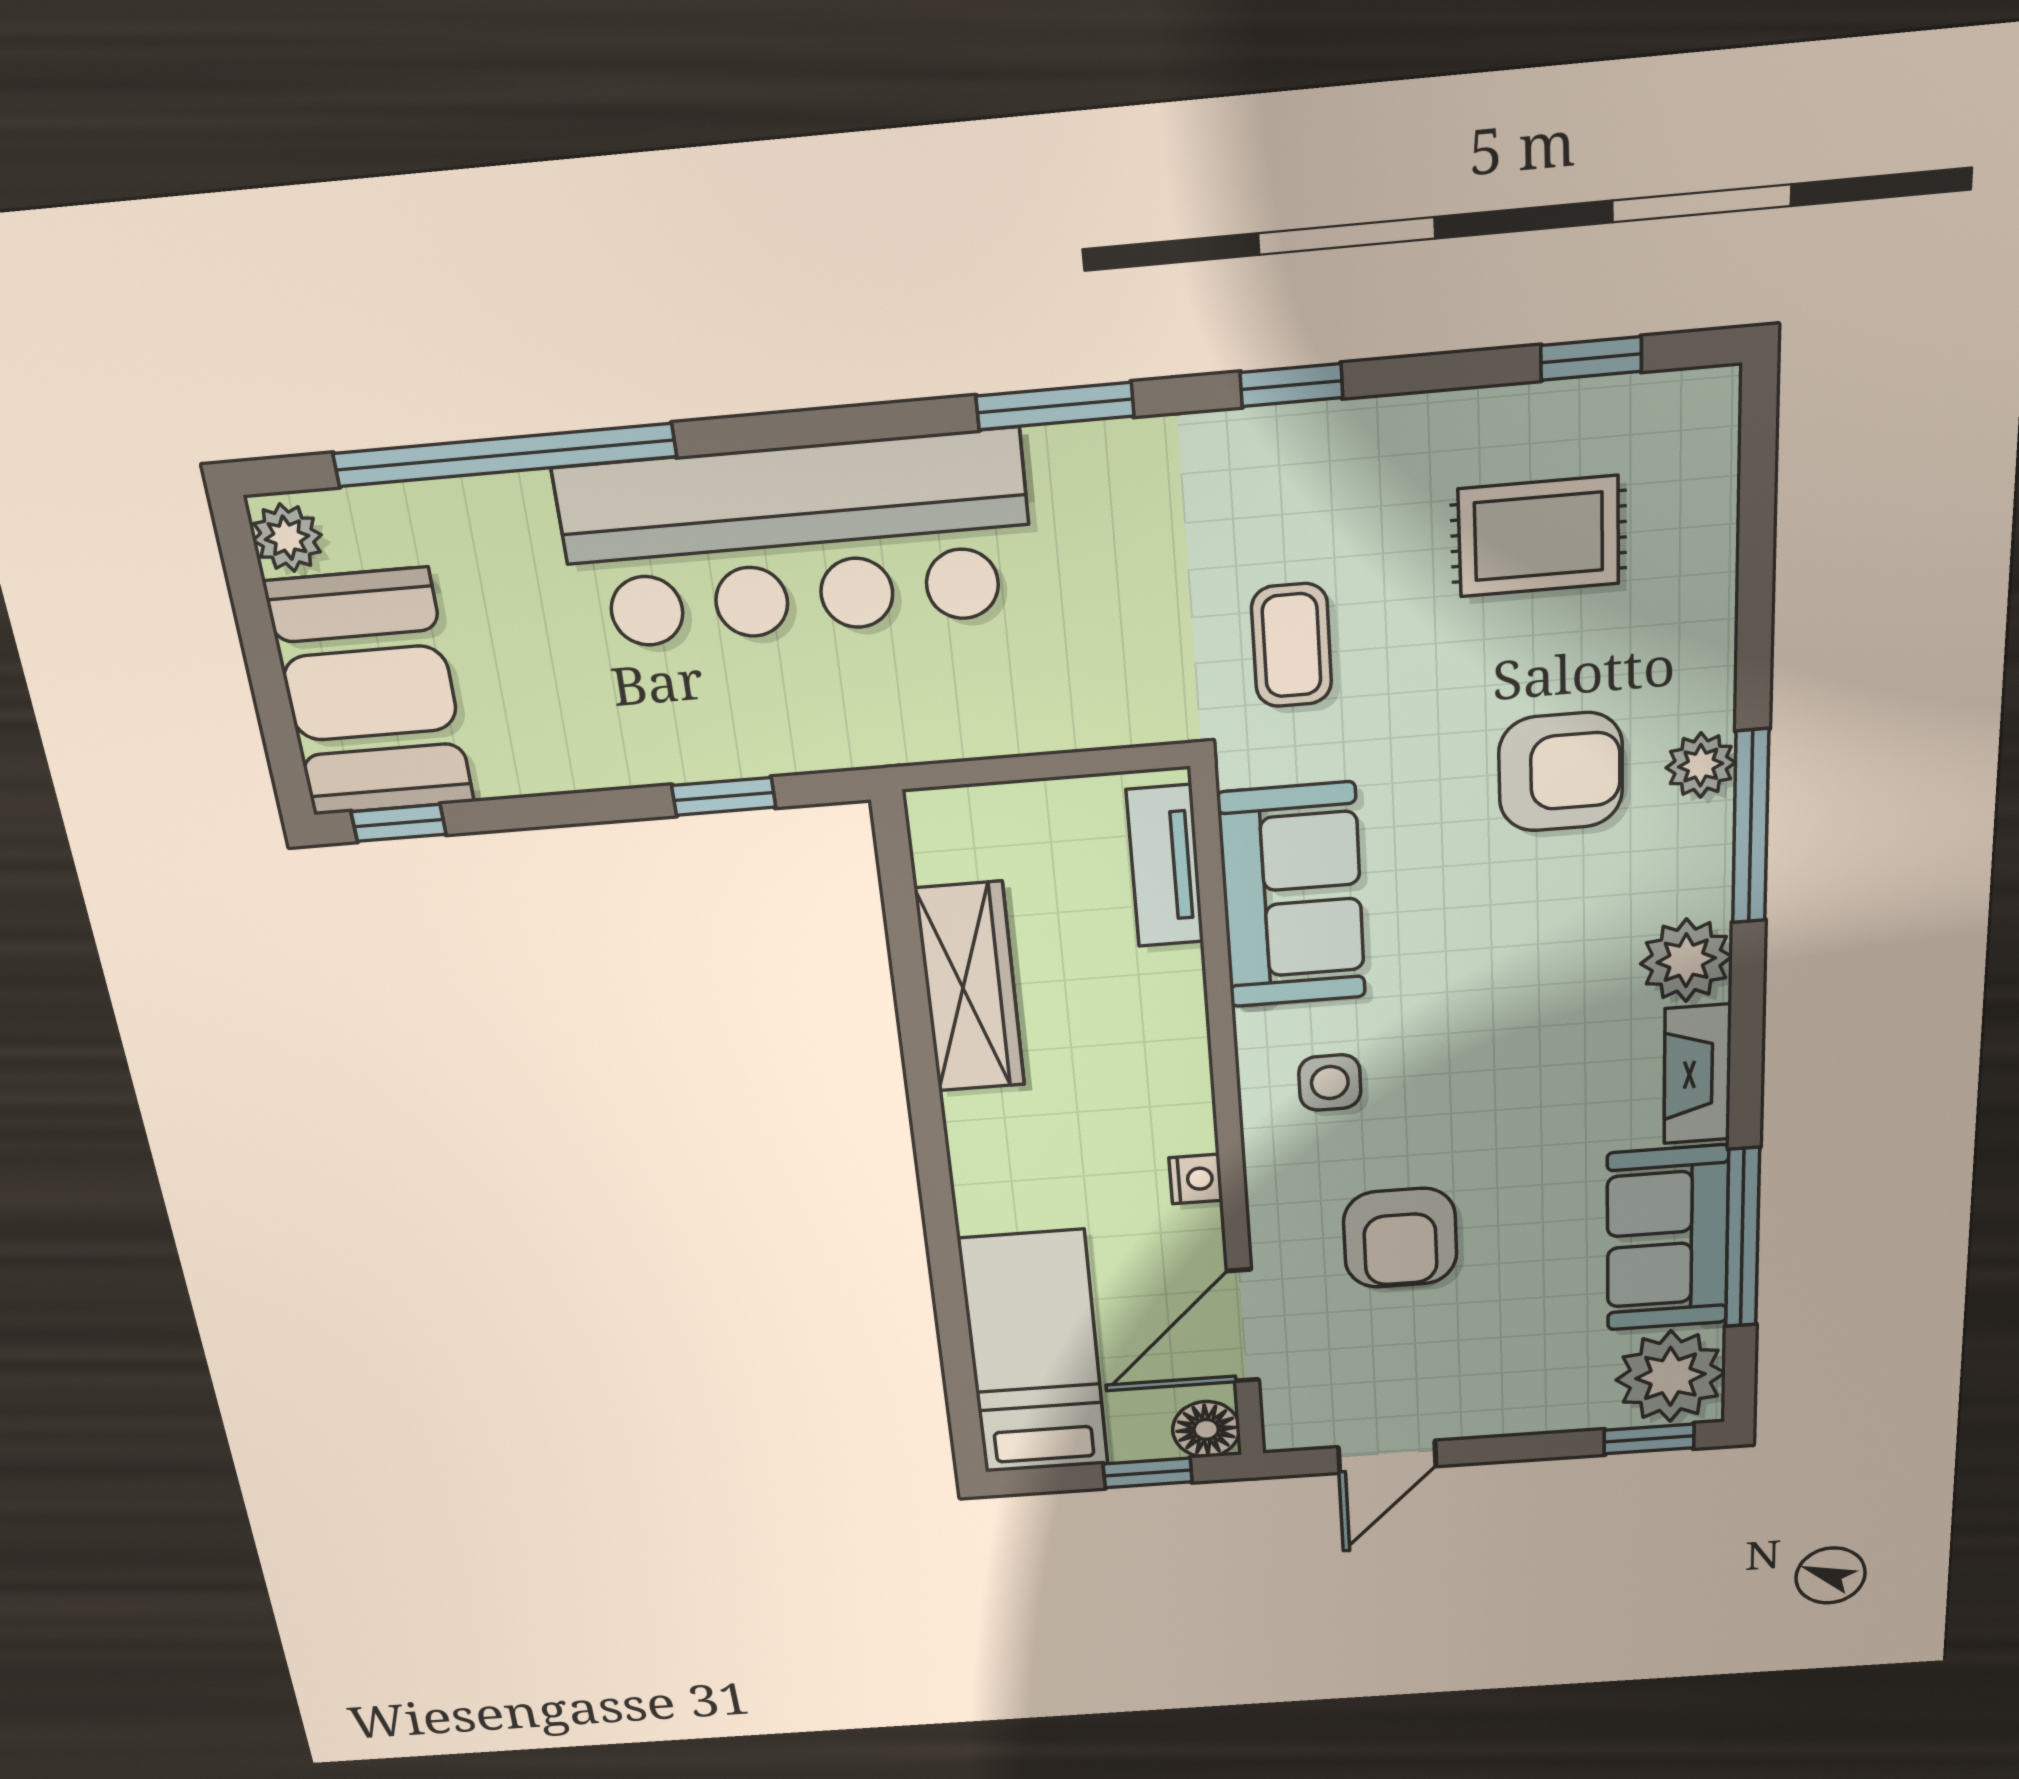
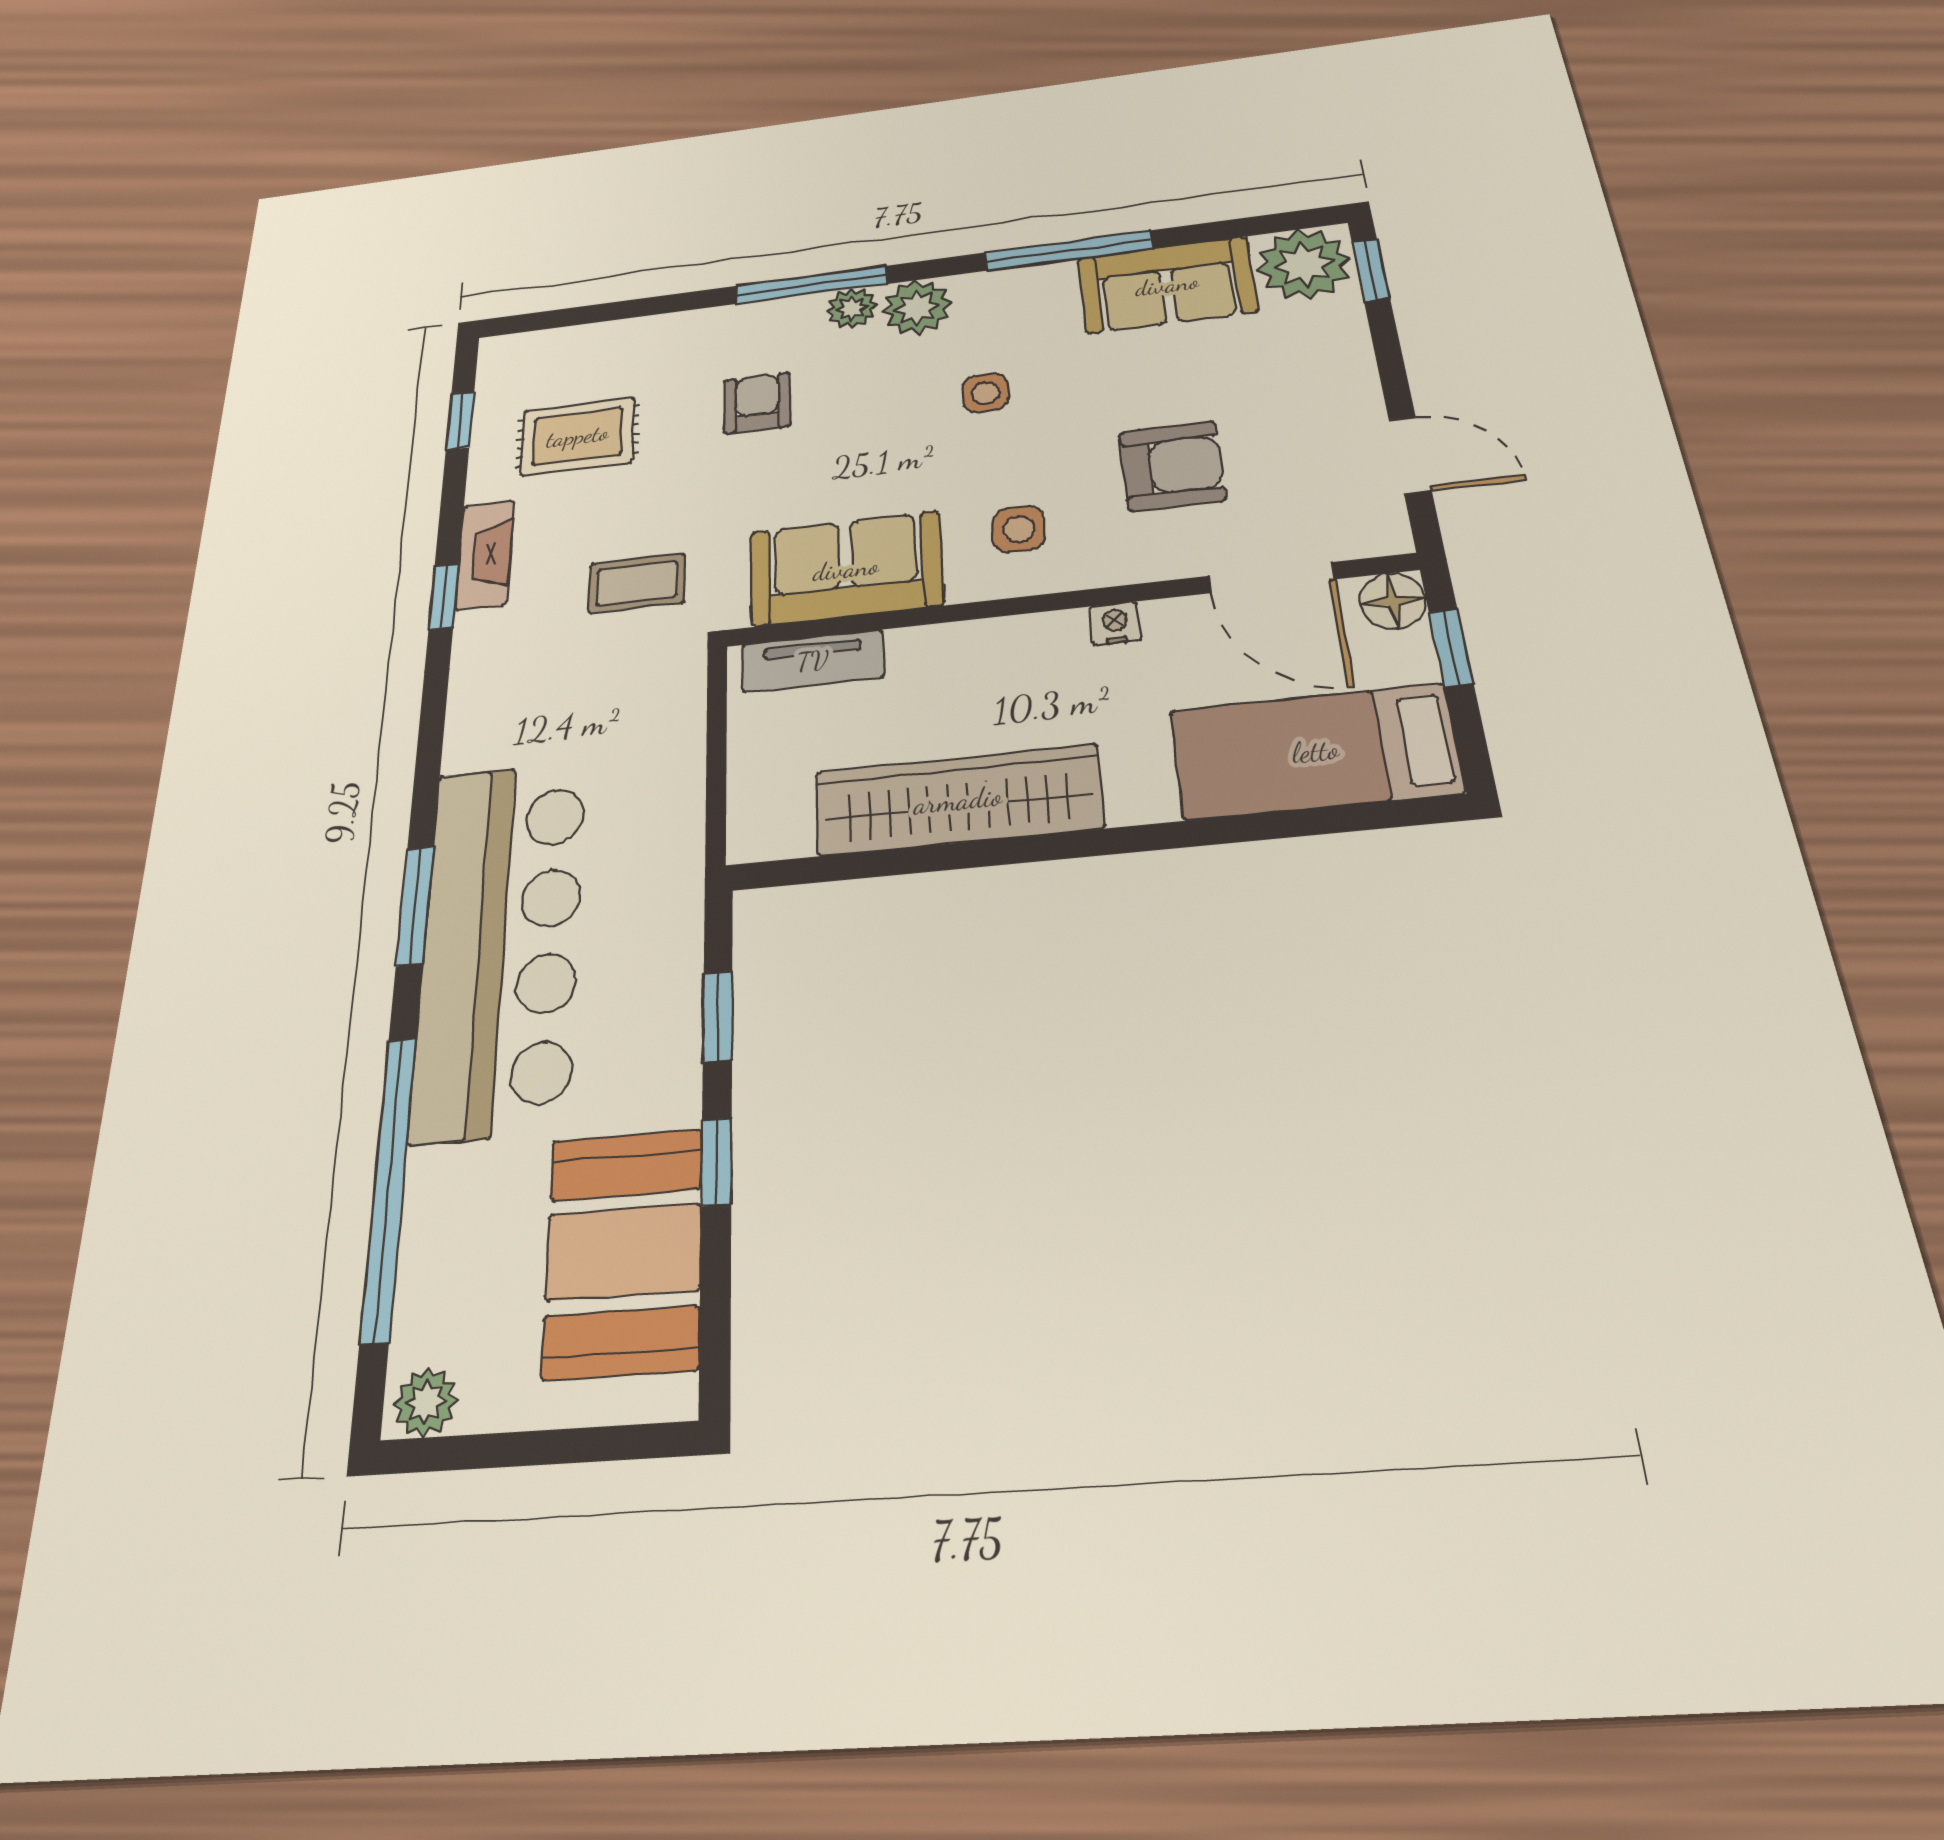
window: (1055, 406) -> (415, 906), moved
rug: (1539, 536) -> (578, 436), turned 90
booth: (370, 693) -> (624, 1252), moved, turned 90
plant: (1701, 765) -> (852, 308), moved
armchair: (1561, 772) -> (757, 403), width x0.72, depth x0.72
window: (399, 823) -> (716, 1162), moved
wardrobe: (970, 988) -> (958, 800), width x1.40, depth x1.17
side table: (1535, 1044) -> (986, 393), added
fireplace: (1697, 1074) -> (485, 555), moved, turned -90
window: (1742, 1238) -> (1069, 251), moved

